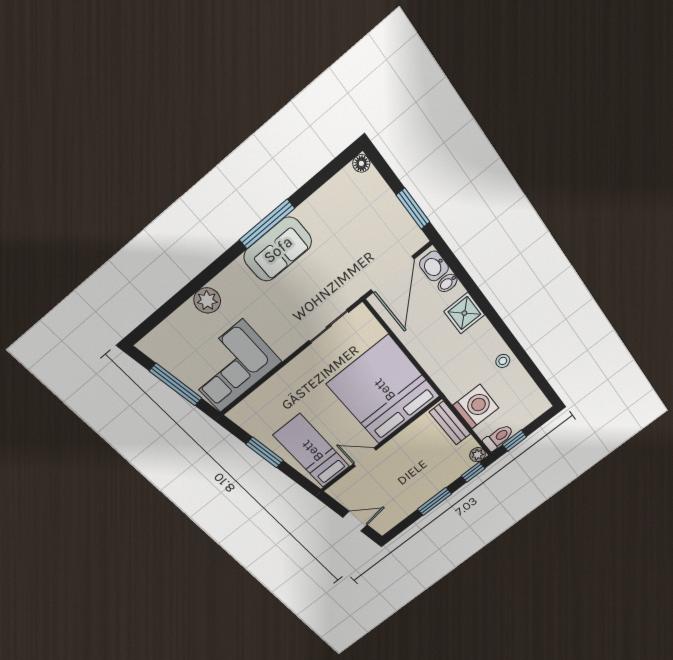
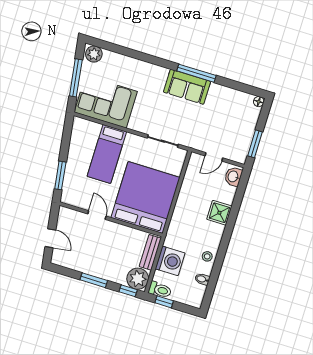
door: (392, 274) -> (214, 157), width x0.53
bidet: (448, 283) -> (202, 279), moved
plant: (207, 300) -> (94, 54), moved
bed: (312, 451) -> (107, 154), moved, turned 180
window: (265, 452) -> (60, 175), moved
plant: (478, 455) -> (138, 279), width x1.88, depth x1.88

